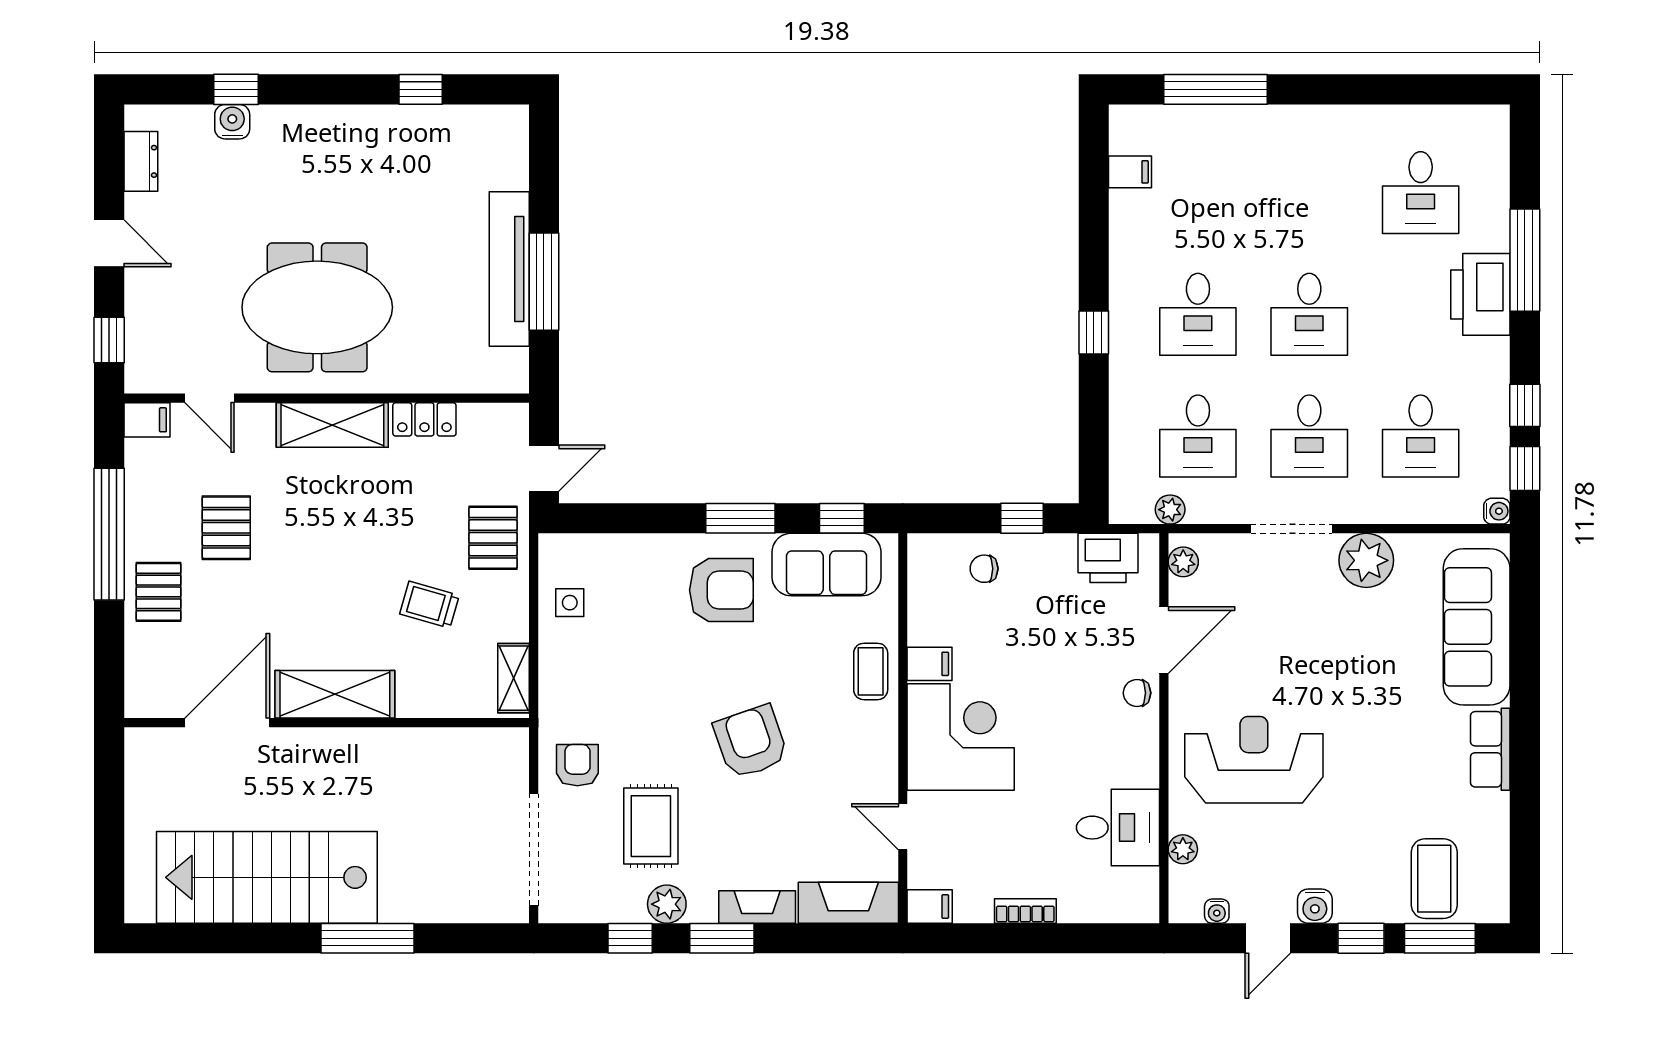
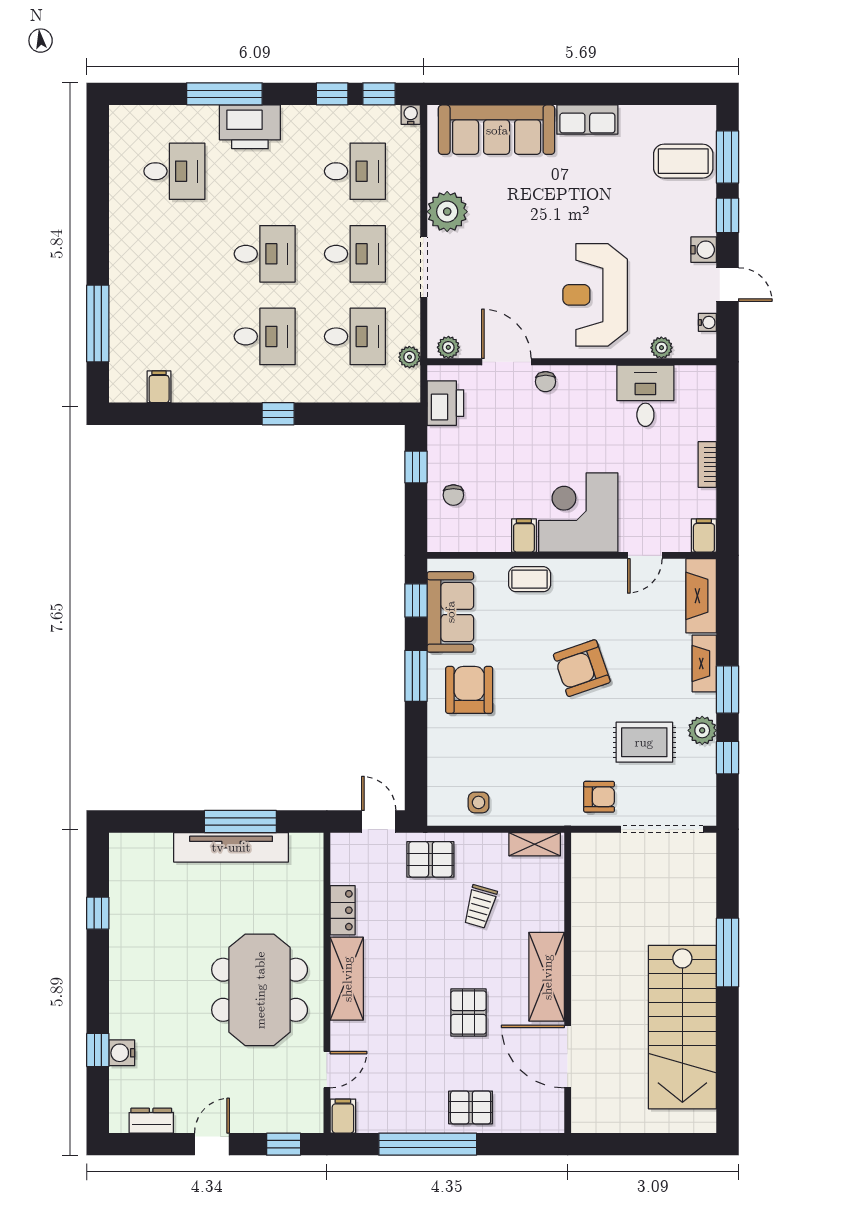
pallet: (226, 528) -> (468, 1012), moved, turned 90
armchair: (577, 765) -> (599, 797), turned 180

